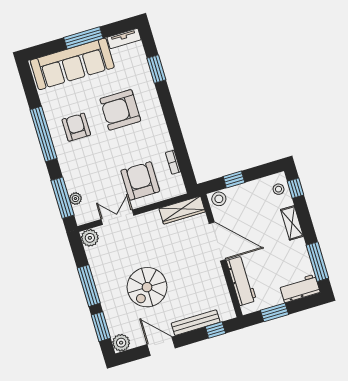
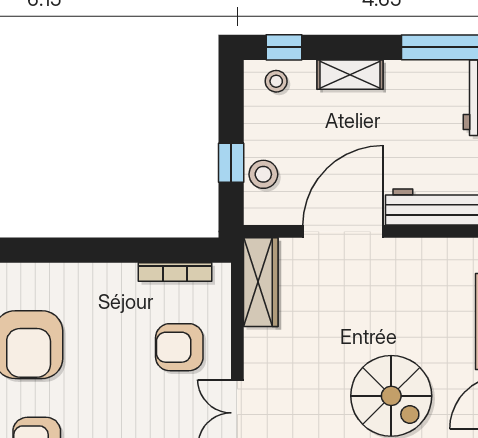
bookcase: (173, 162) -> (175, 272), width x1.56
armchair: (140, 181) -> (179, 347), width x0.73, depth x0.73
stool: (219, 199) -> (263, 174), moved

